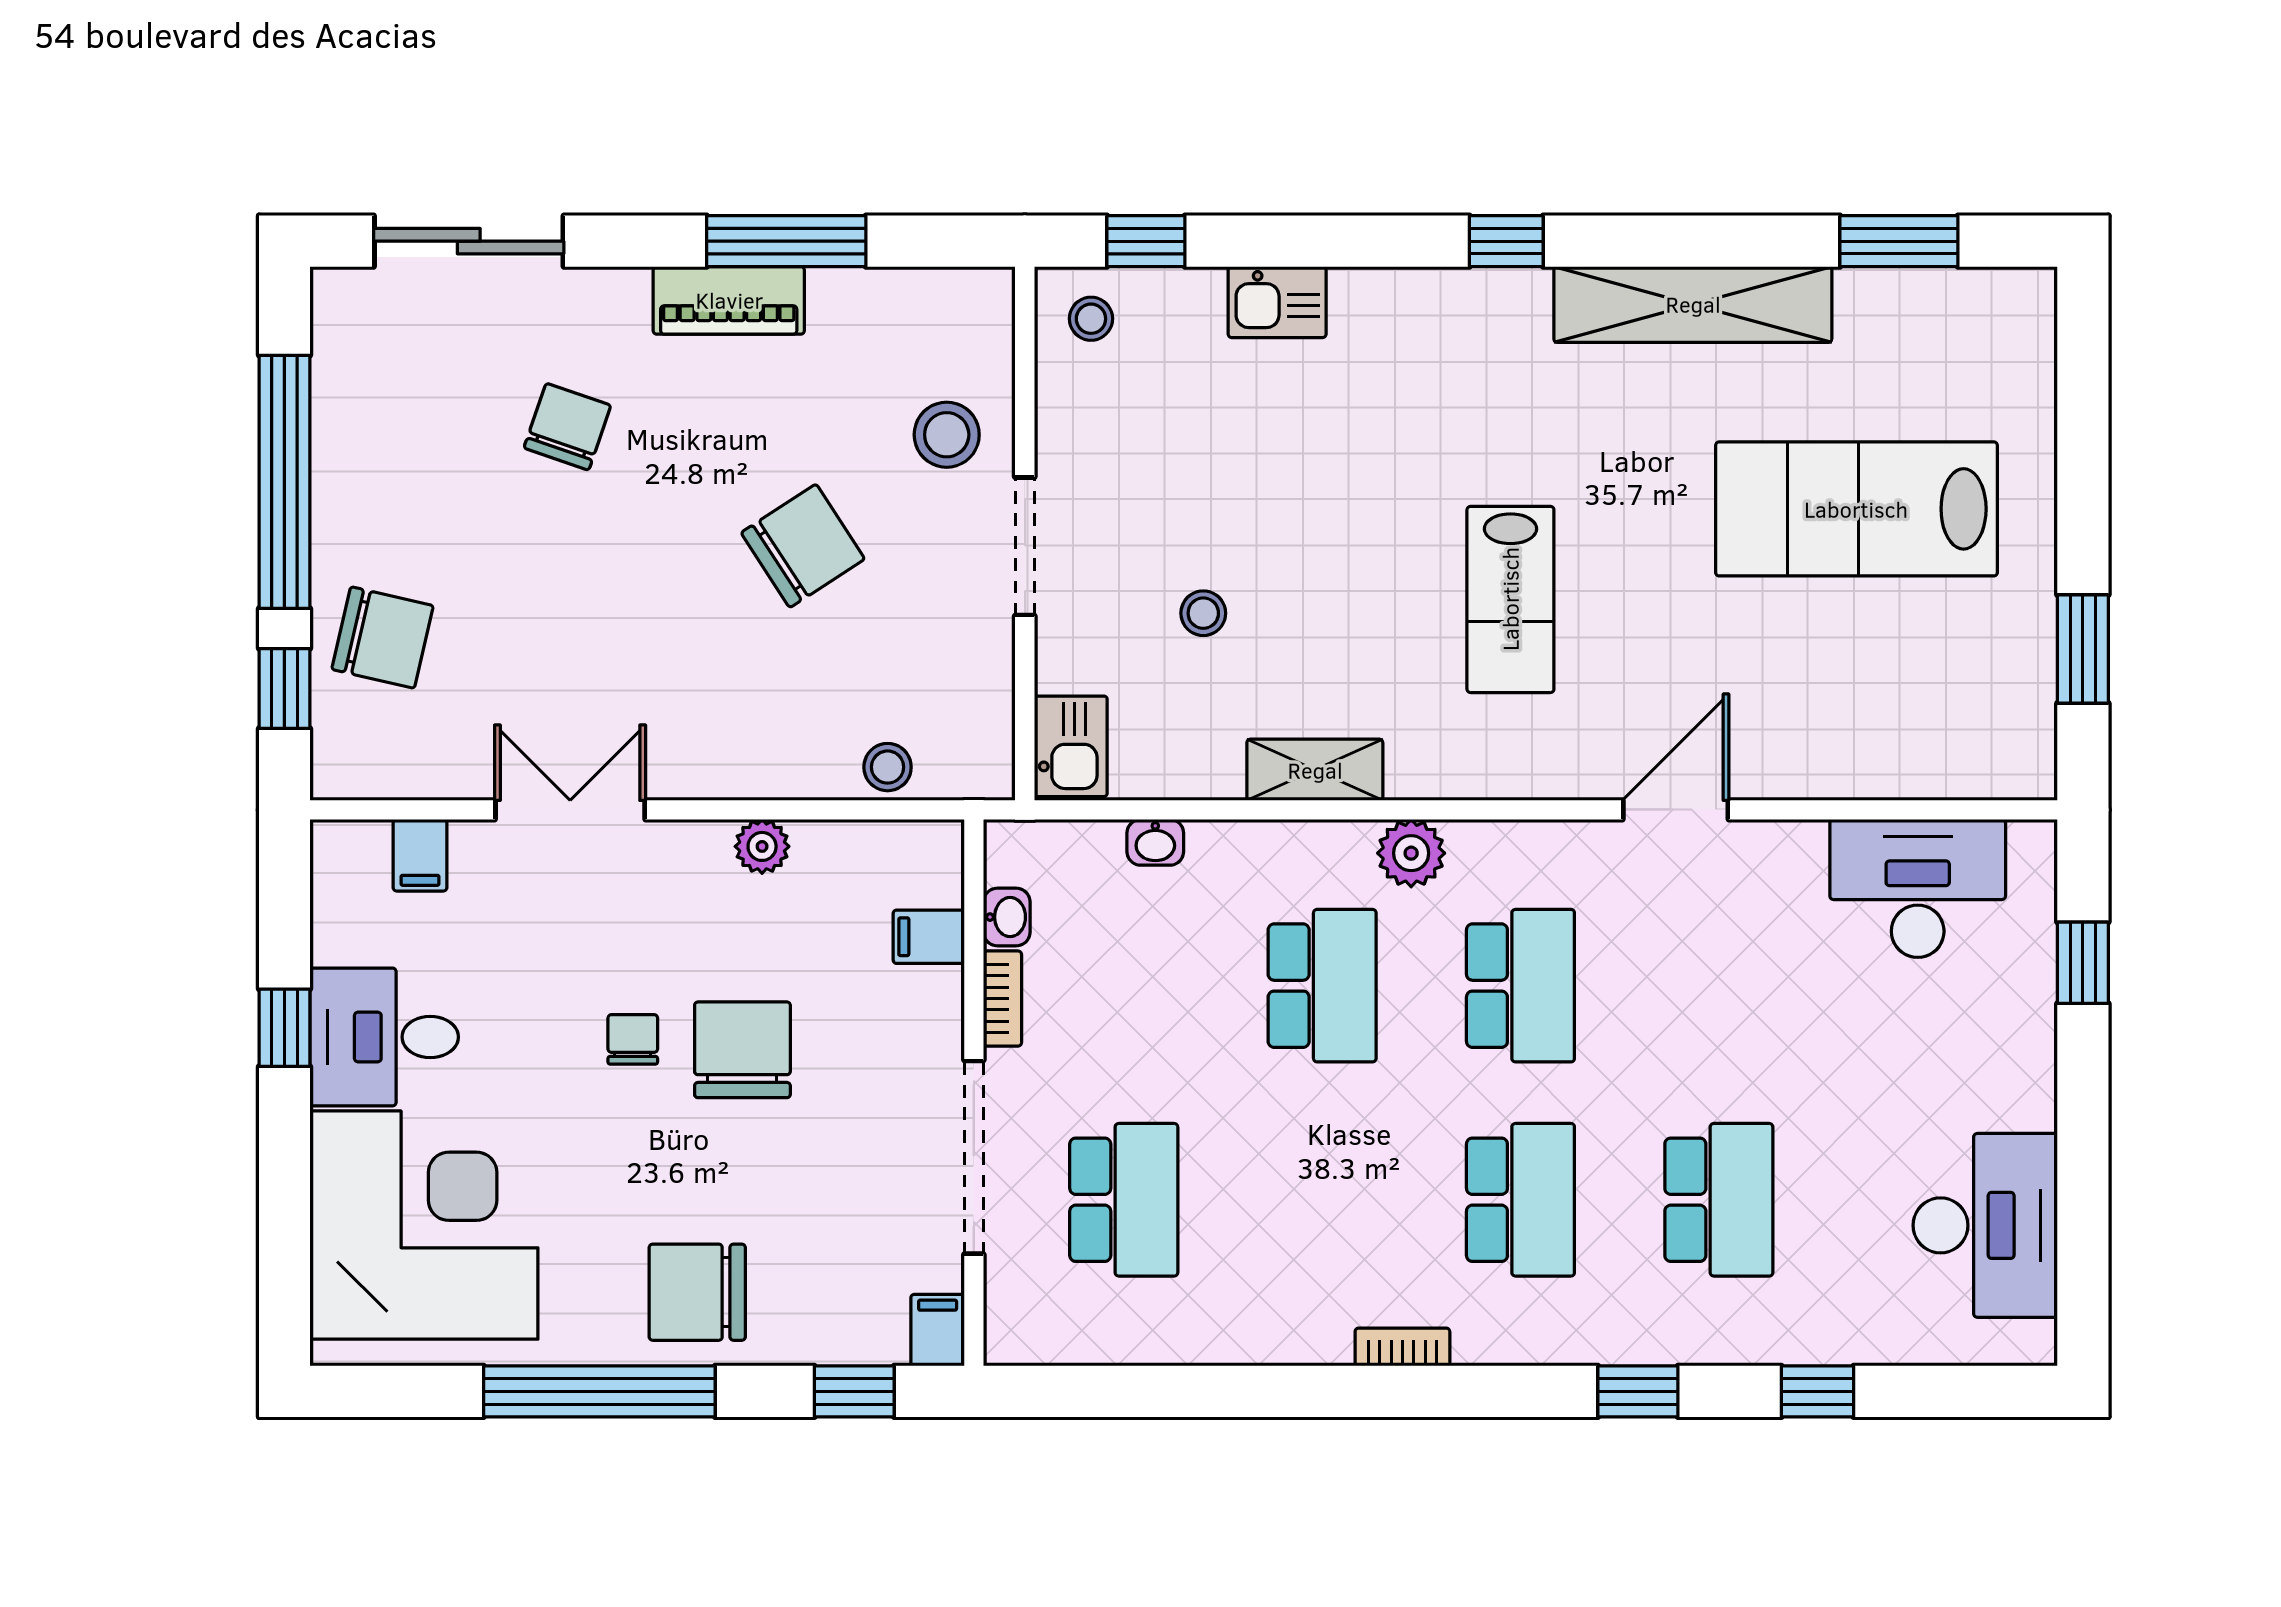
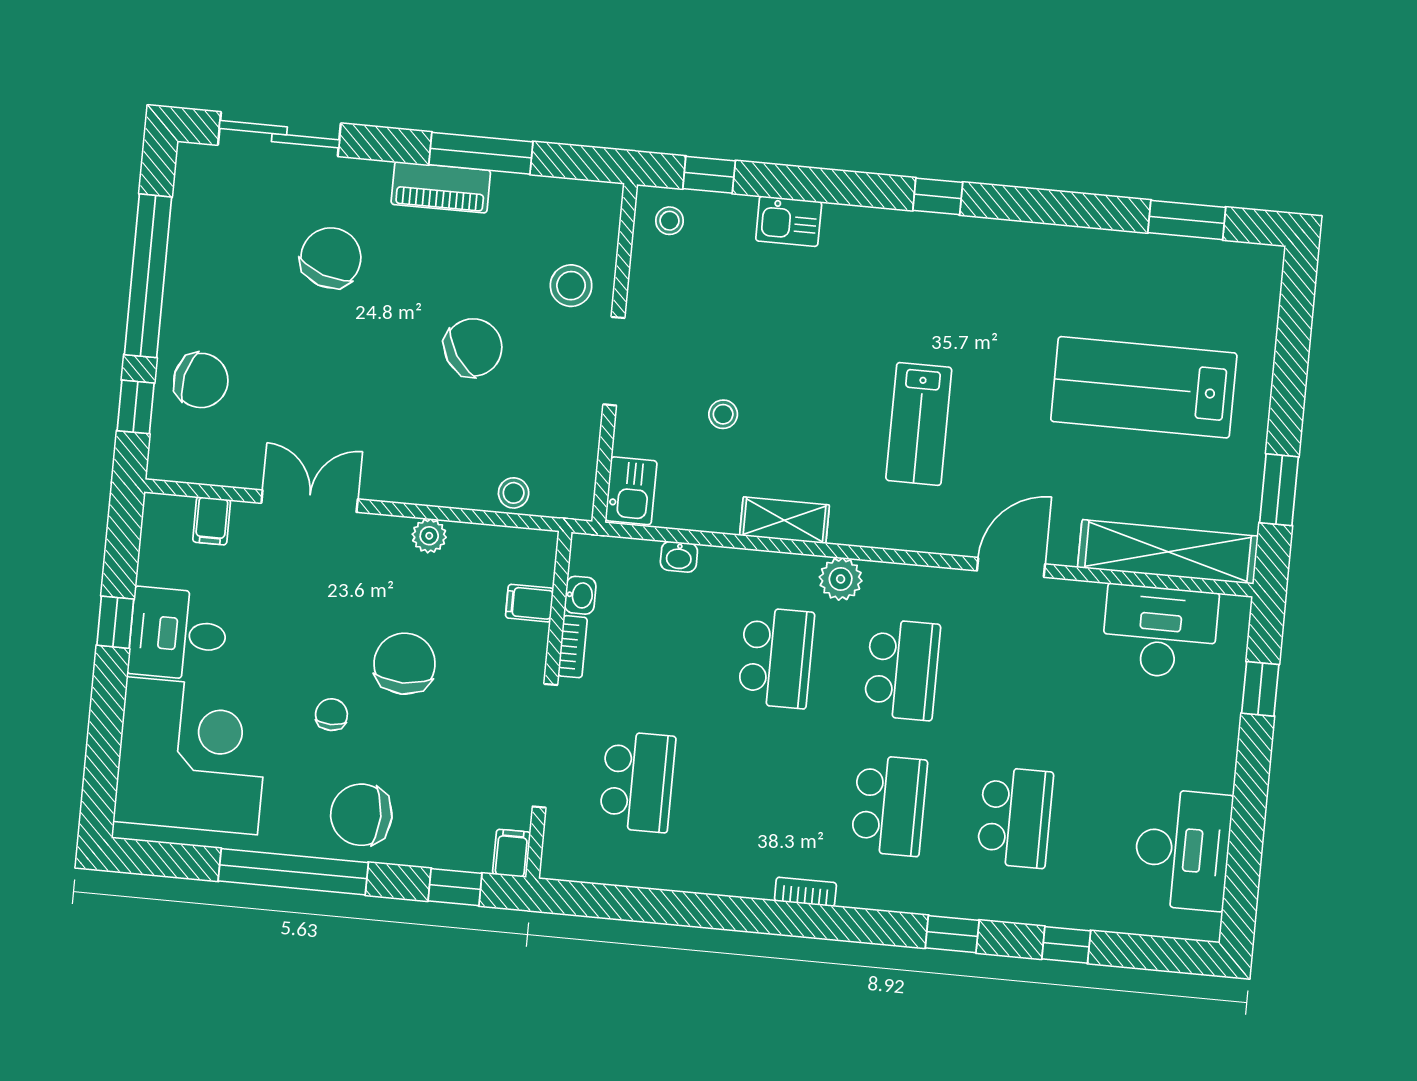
shelving: (1693, 304) -> (1168, 552), moved
chair: (567, 427) -> (331, 258), width x1.37, depth x1.37
chair: (633, 1039) -> (331, 715), moved

